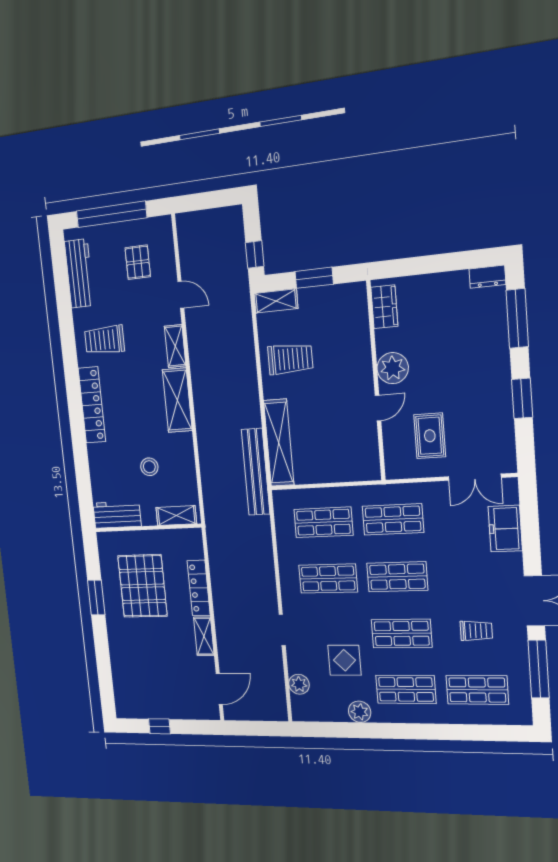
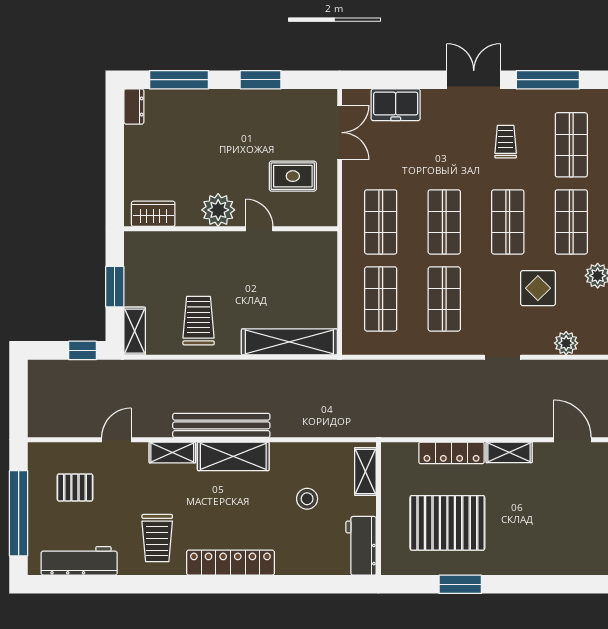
bench: (256, 472) -> (221, 425), moved

